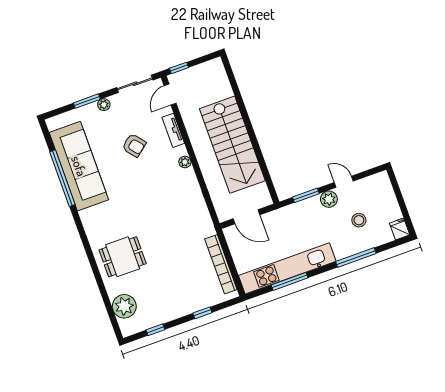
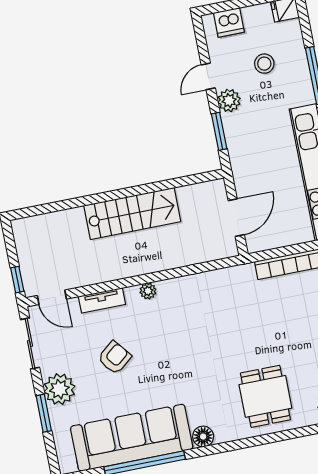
plant: (104, 105) -> (59, 389), width x1.87, depth x1.87
stairs: (232, 145) -> (132, 213), width x0.73, depth x0.66
dishwasher: (384, 191) -> (229, 22), added
floor lamp: (87, 217) -> (203, 437), added

